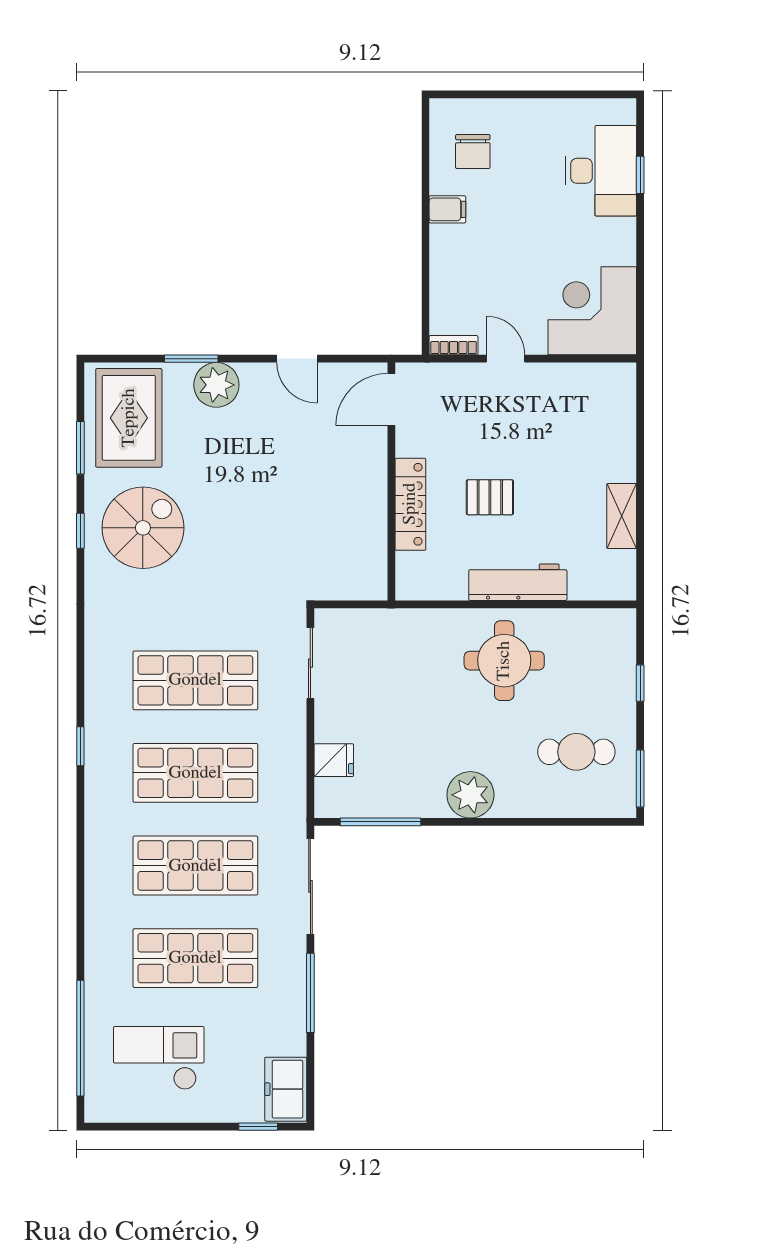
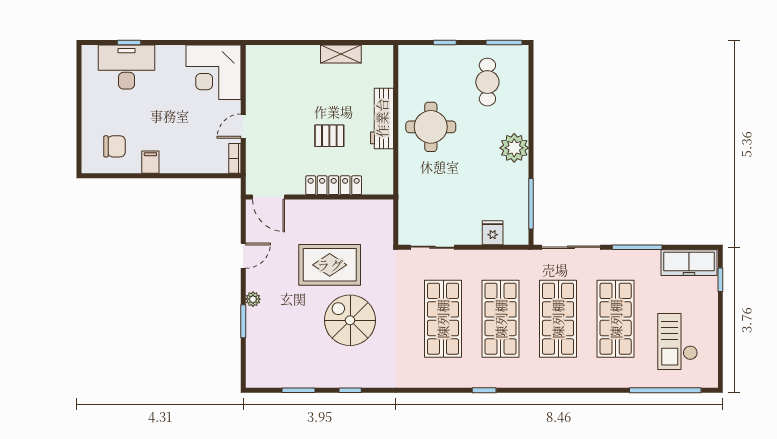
plant: (216, 385) -> (253, 299), width x0.53, depth x0.53
rug: (129, 418) -> (330, 265), moved
pallet: (490, 497) -> (329, 136), turned 90
spiral stairs: (143, 528) -> (350, 320), moved
freezer: (286, 1089) -> (689, 263), width x1.40

